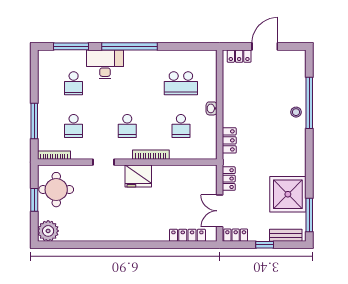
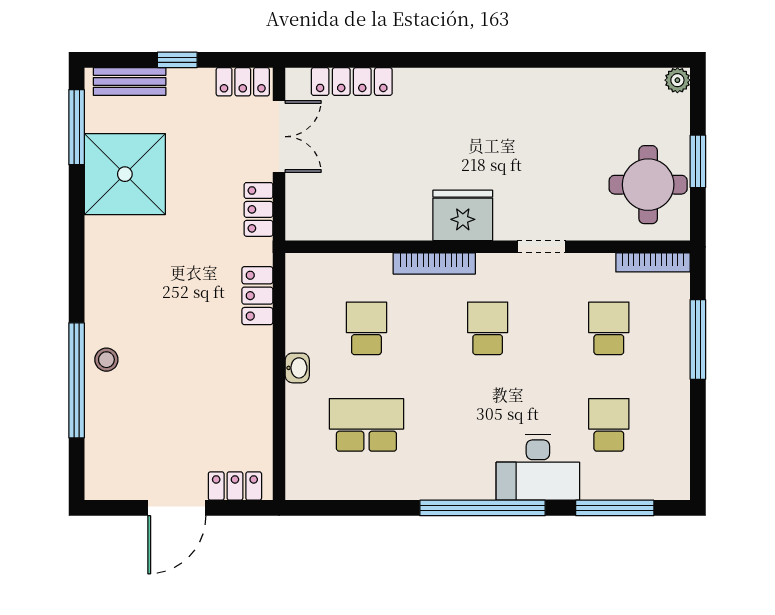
plant: (48, 231) -> (677, 80), width x0.53, depth x0.53

